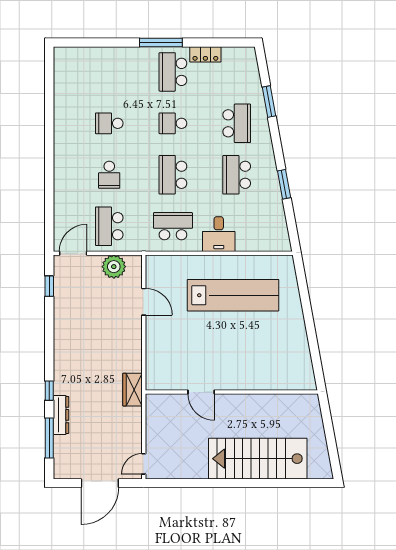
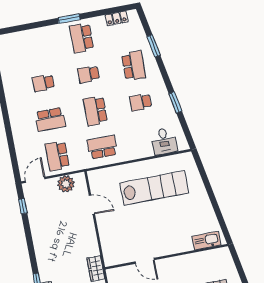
window: (161, 43) -> (69, 19), width x0.69
locker: (205, 54) -> (117, 18), moved
school desk: (109, 175) -> (50, 119), width x1.85
school desk: (237, 175) -> (141, 102), width x0.54
desk: (219, 234) -> (164, 141), moved
kitchen sink: (290, 381) -> (206, 241), added

